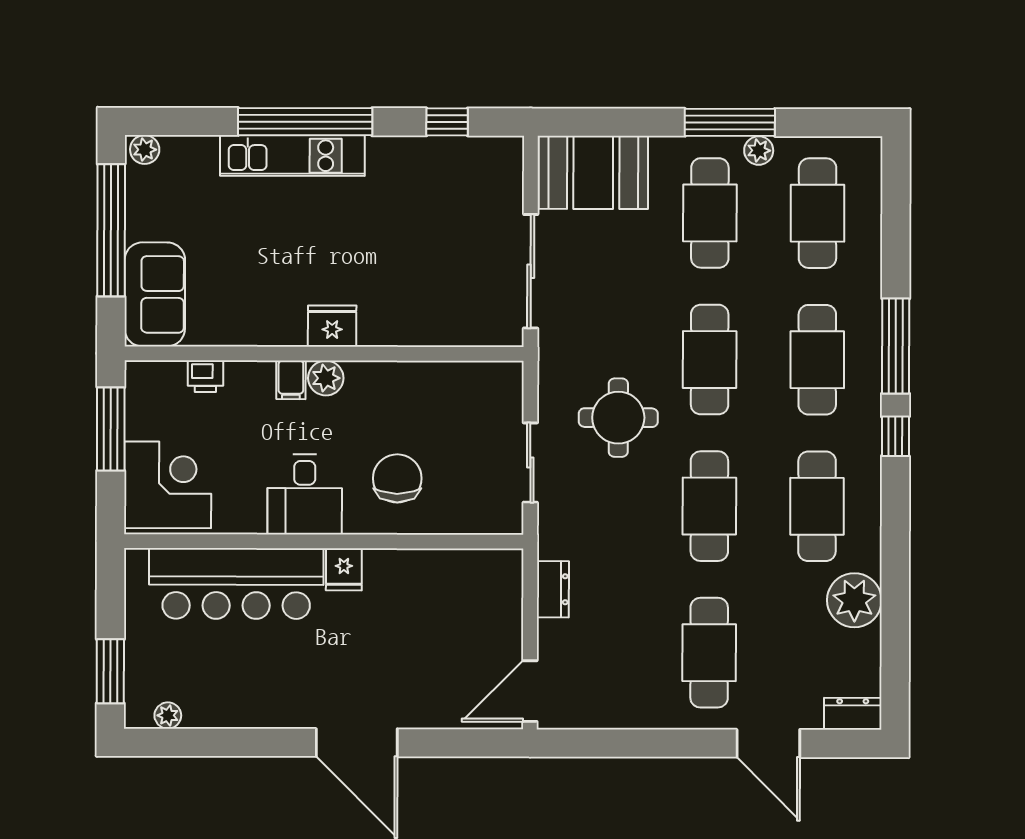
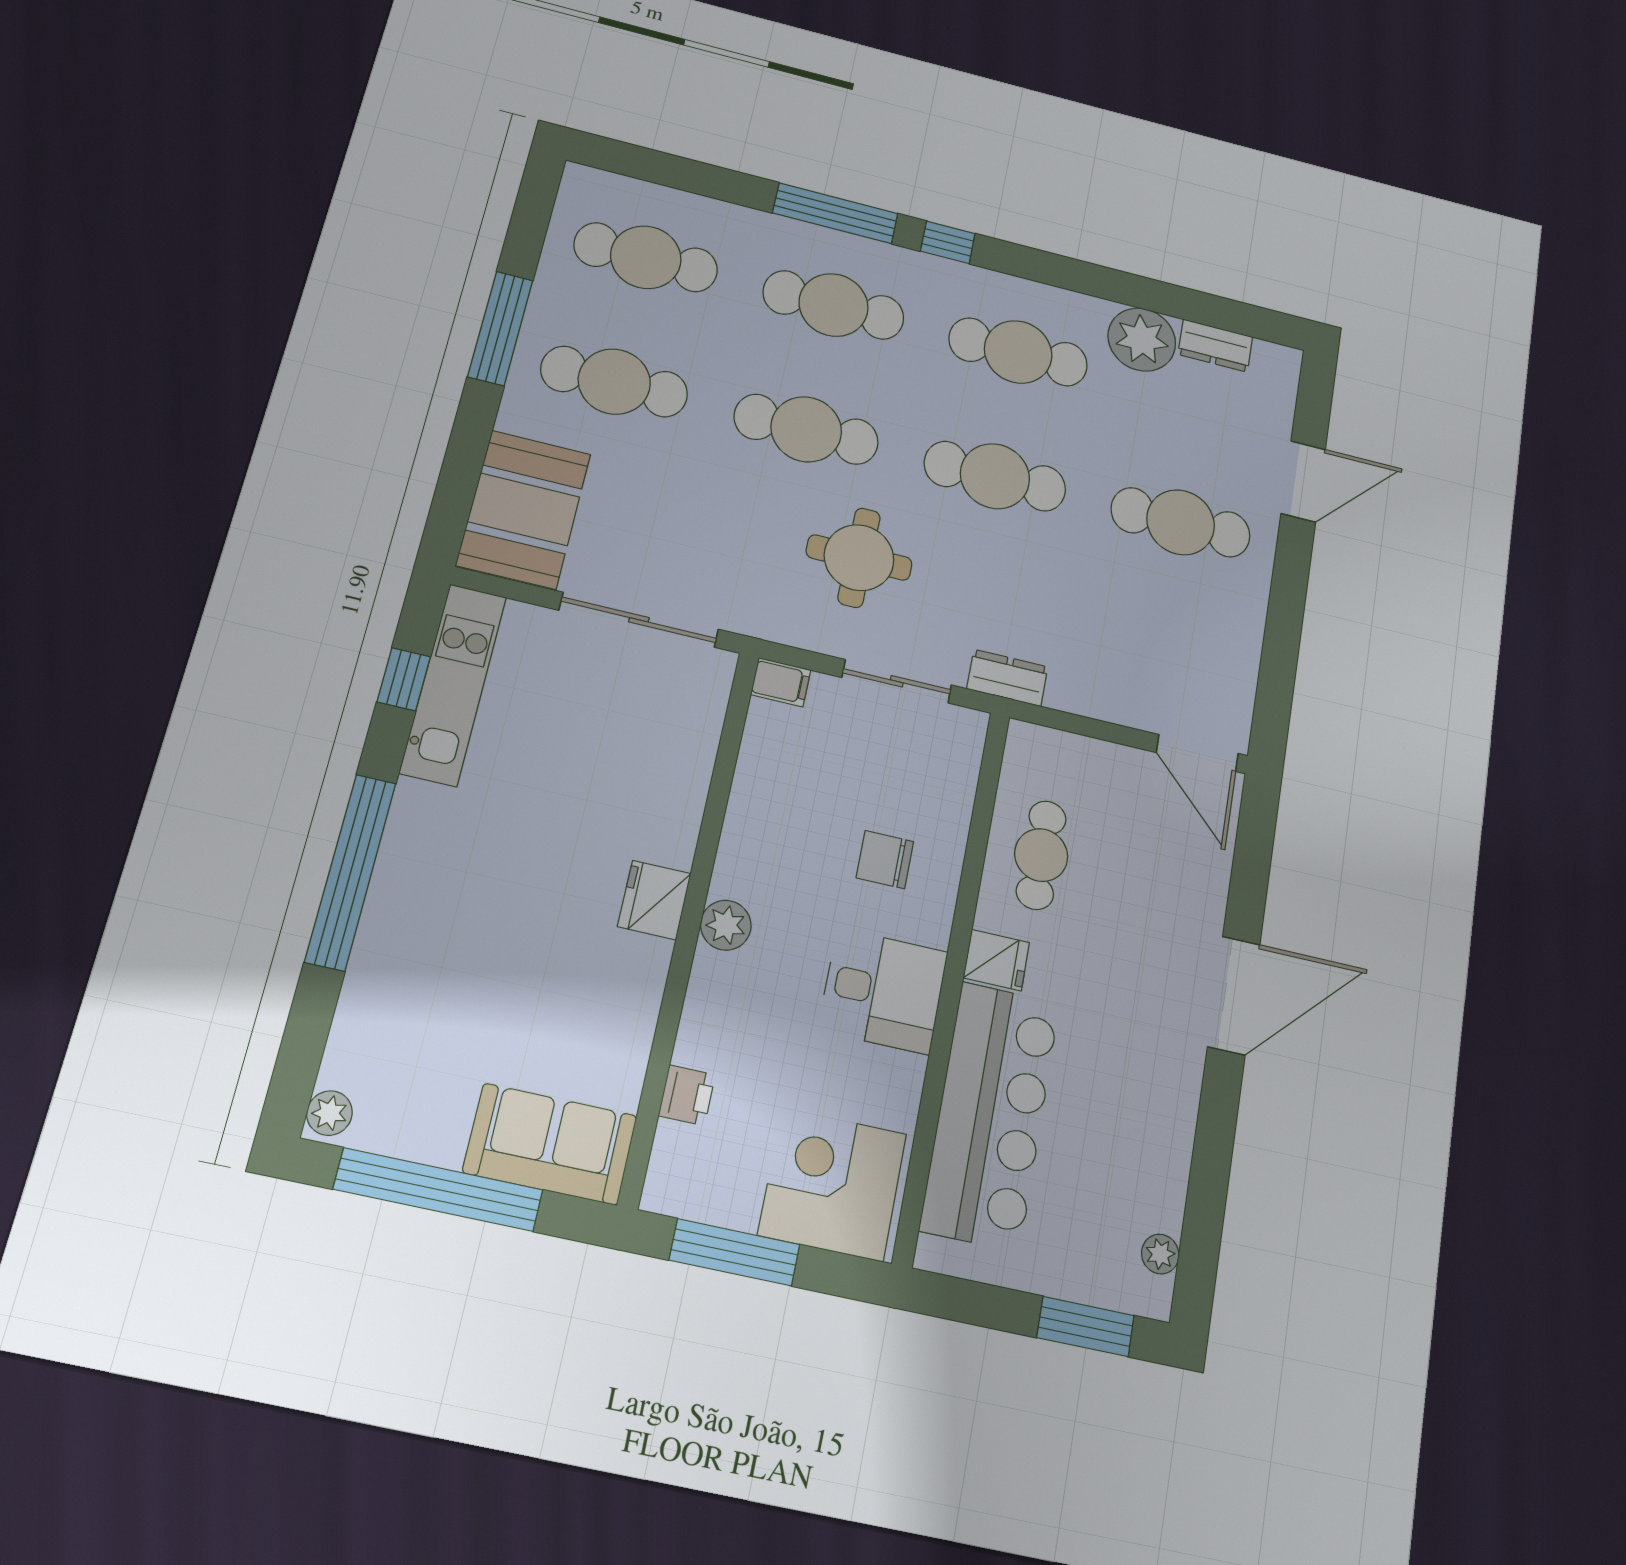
plant: (759, 151) -> (547, 304), removed
kitchen unit: (292, 156) -> (453, 684), moved
filing cabinet: (291, 380) -> (781, 682), moved
chair: (397, 478) -> (885, 860), width x0.73, depth x0.73
cafe table: (426, 589) -> (1041, 855), added
dresser: (553, 589) -> (1007, 678), moved
dresser: (853, 714) -> (1215, 346), moved, turned -90

